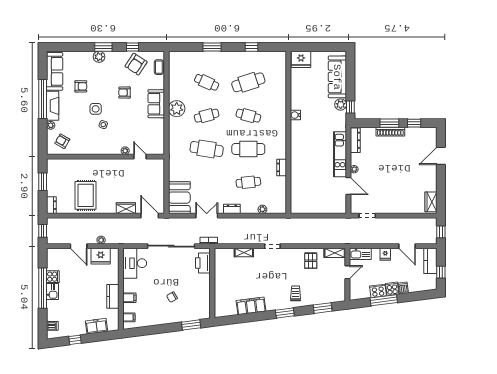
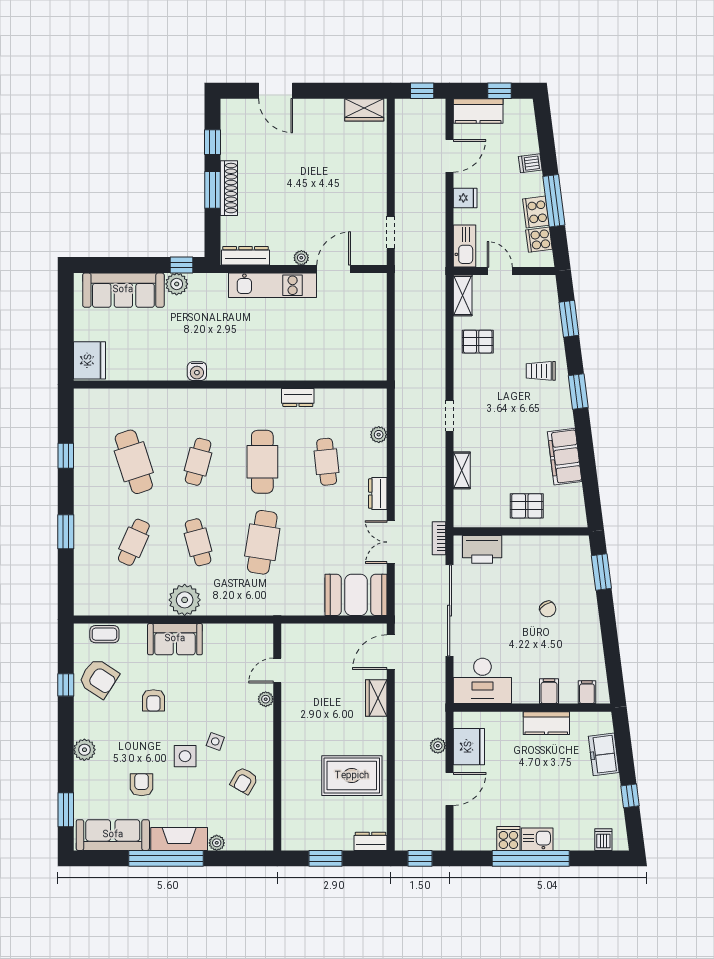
window: (103, 47) -> (66, 810), moved
armchair: (62, 141) -> (244, 781), moved
pallet: (225, 286) -> (527, 506), added
cooker: (392, 289) -> (539, 240), moved

